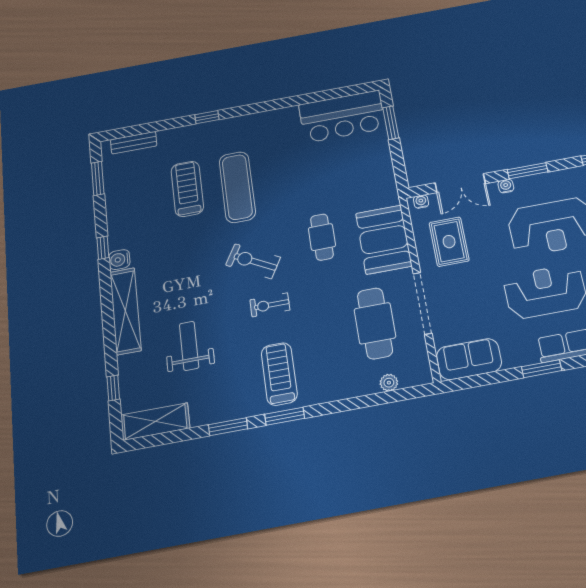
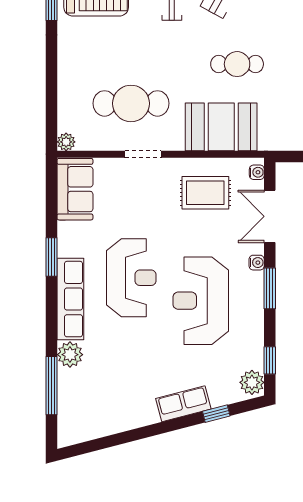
doorway: (422, 303) -> (143, 154), width x0.53
plant: (389, 383) -> (66, 142), moved

